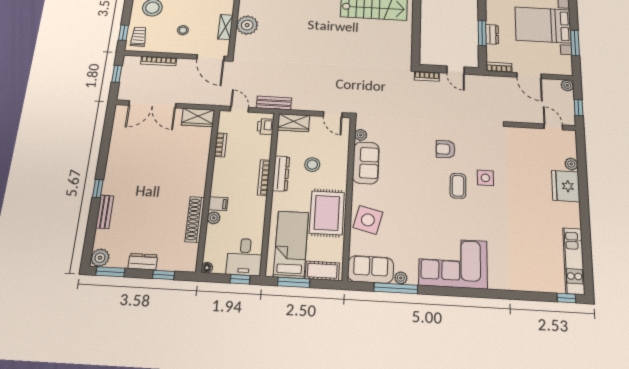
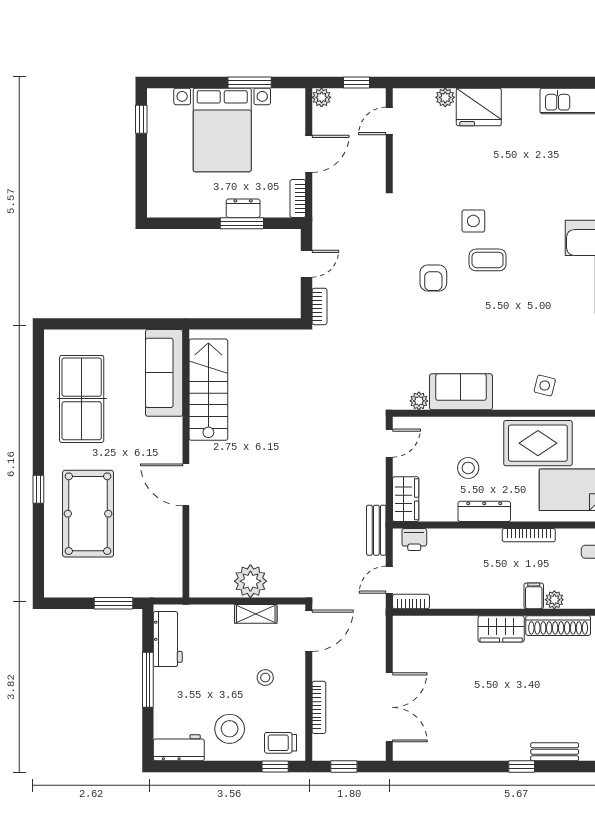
wardrobe: (198, 117) -> (501, 629), moved, turned 90
bookcase: (220, 145) -> (411, 602), moved
bookcase: (264, 177) -> (529, 535), moved
side table: (368, 220) -> (545, 386), width x0.54, depth x0.54

